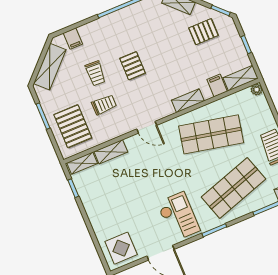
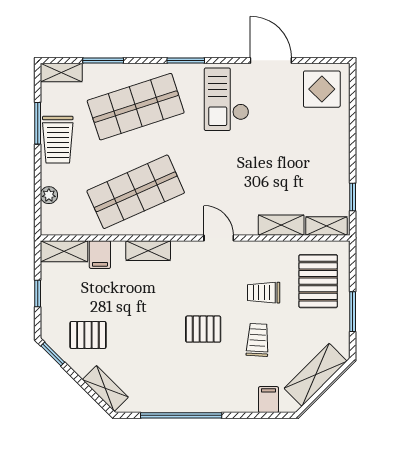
pallet: (133, 66) -> (203, 329), turned 90
plant: (257, 90) -> (49, 195), moved
shop shelf: (211, 134) -> (136, 192), turned -36

